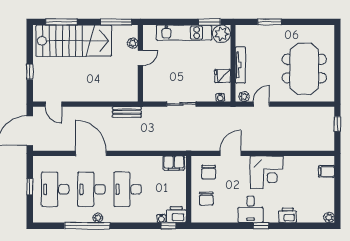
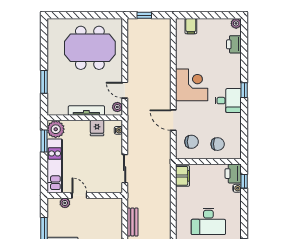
plant: (133, 43) -> (65, 203), moved
door: (140, 58) -> (79, 195), moved
wall: (140, 63) -> (85, 195), moved
printer: (288, 215) -> (234, 44), moved

